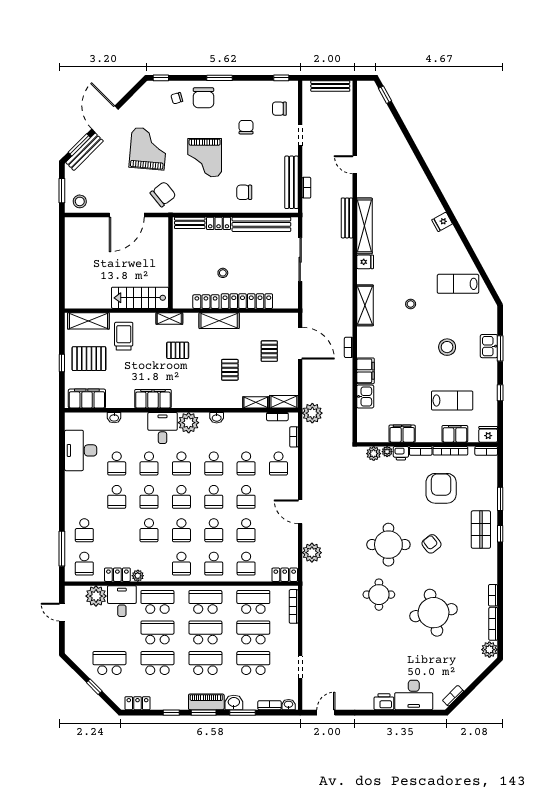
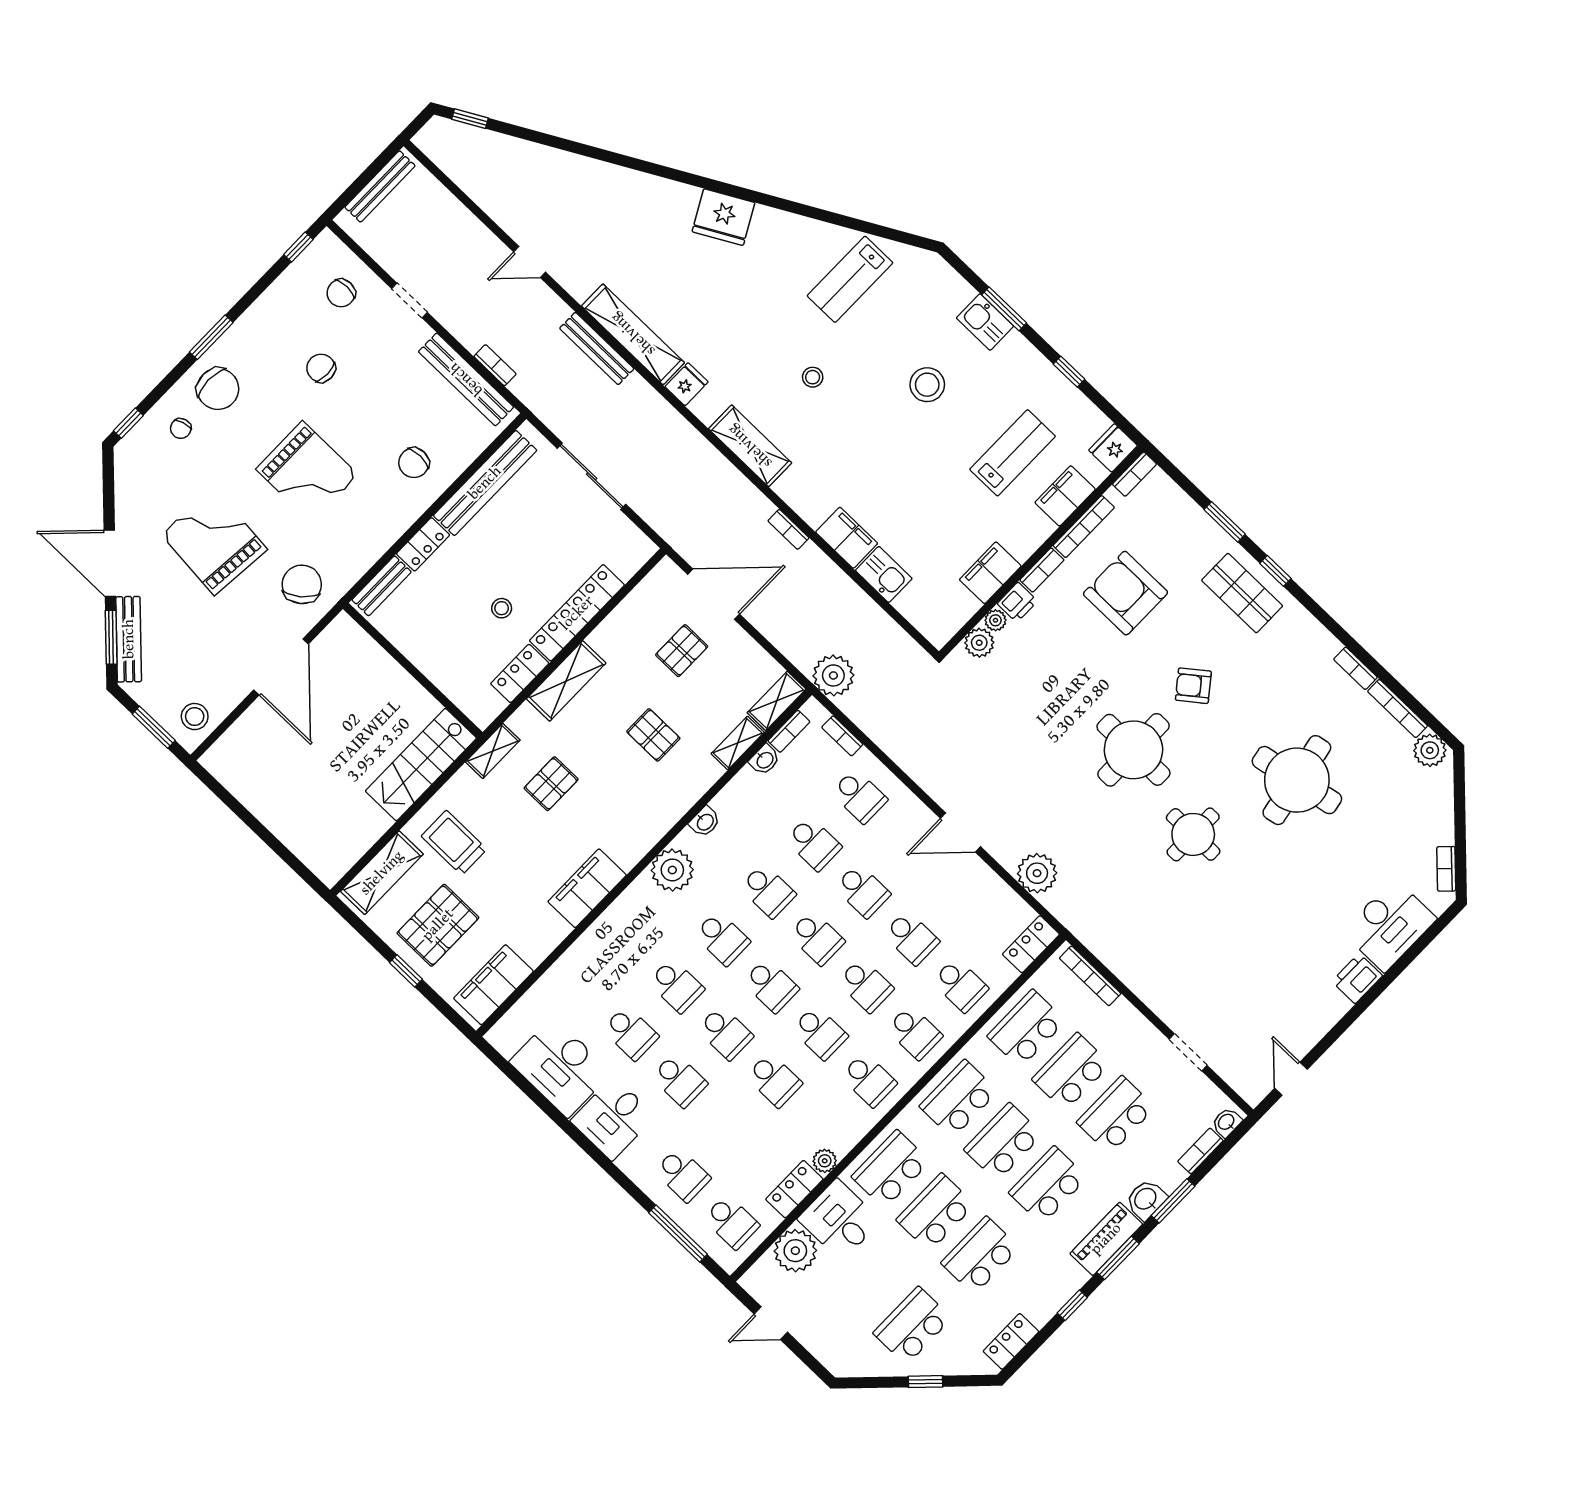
fridge: (442, 222) -> (723, 217), width x1.88, depth x1.34
pallet: (269, 351) -> (682, 651), turned 90
washbasin: (114, 418) -> (765, 760), moved
desk: (163, 428) -> (613, 1118), moved, turned -90

